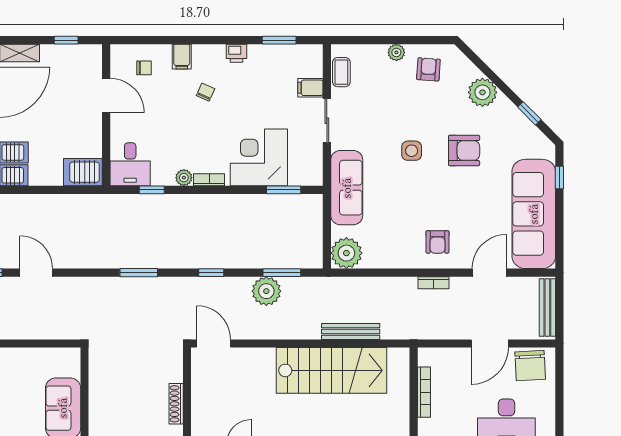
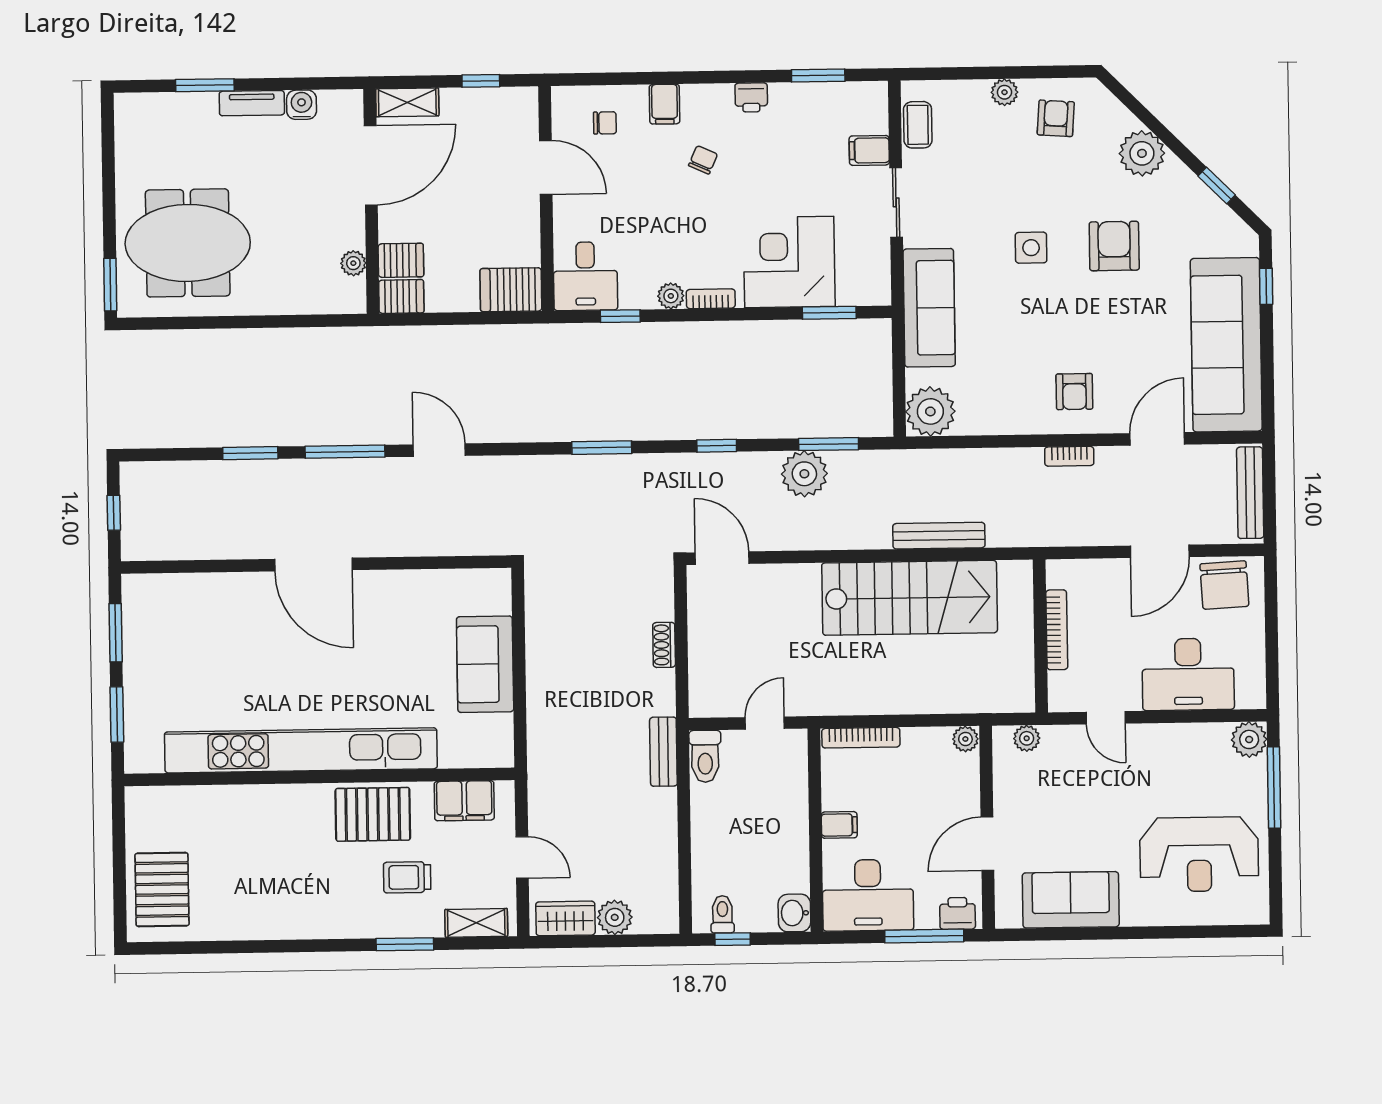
armchair: (464, 151) -> (1114, 246), turned -90
shoe rack: (176, 404) -> (664, 645), width x0.70

